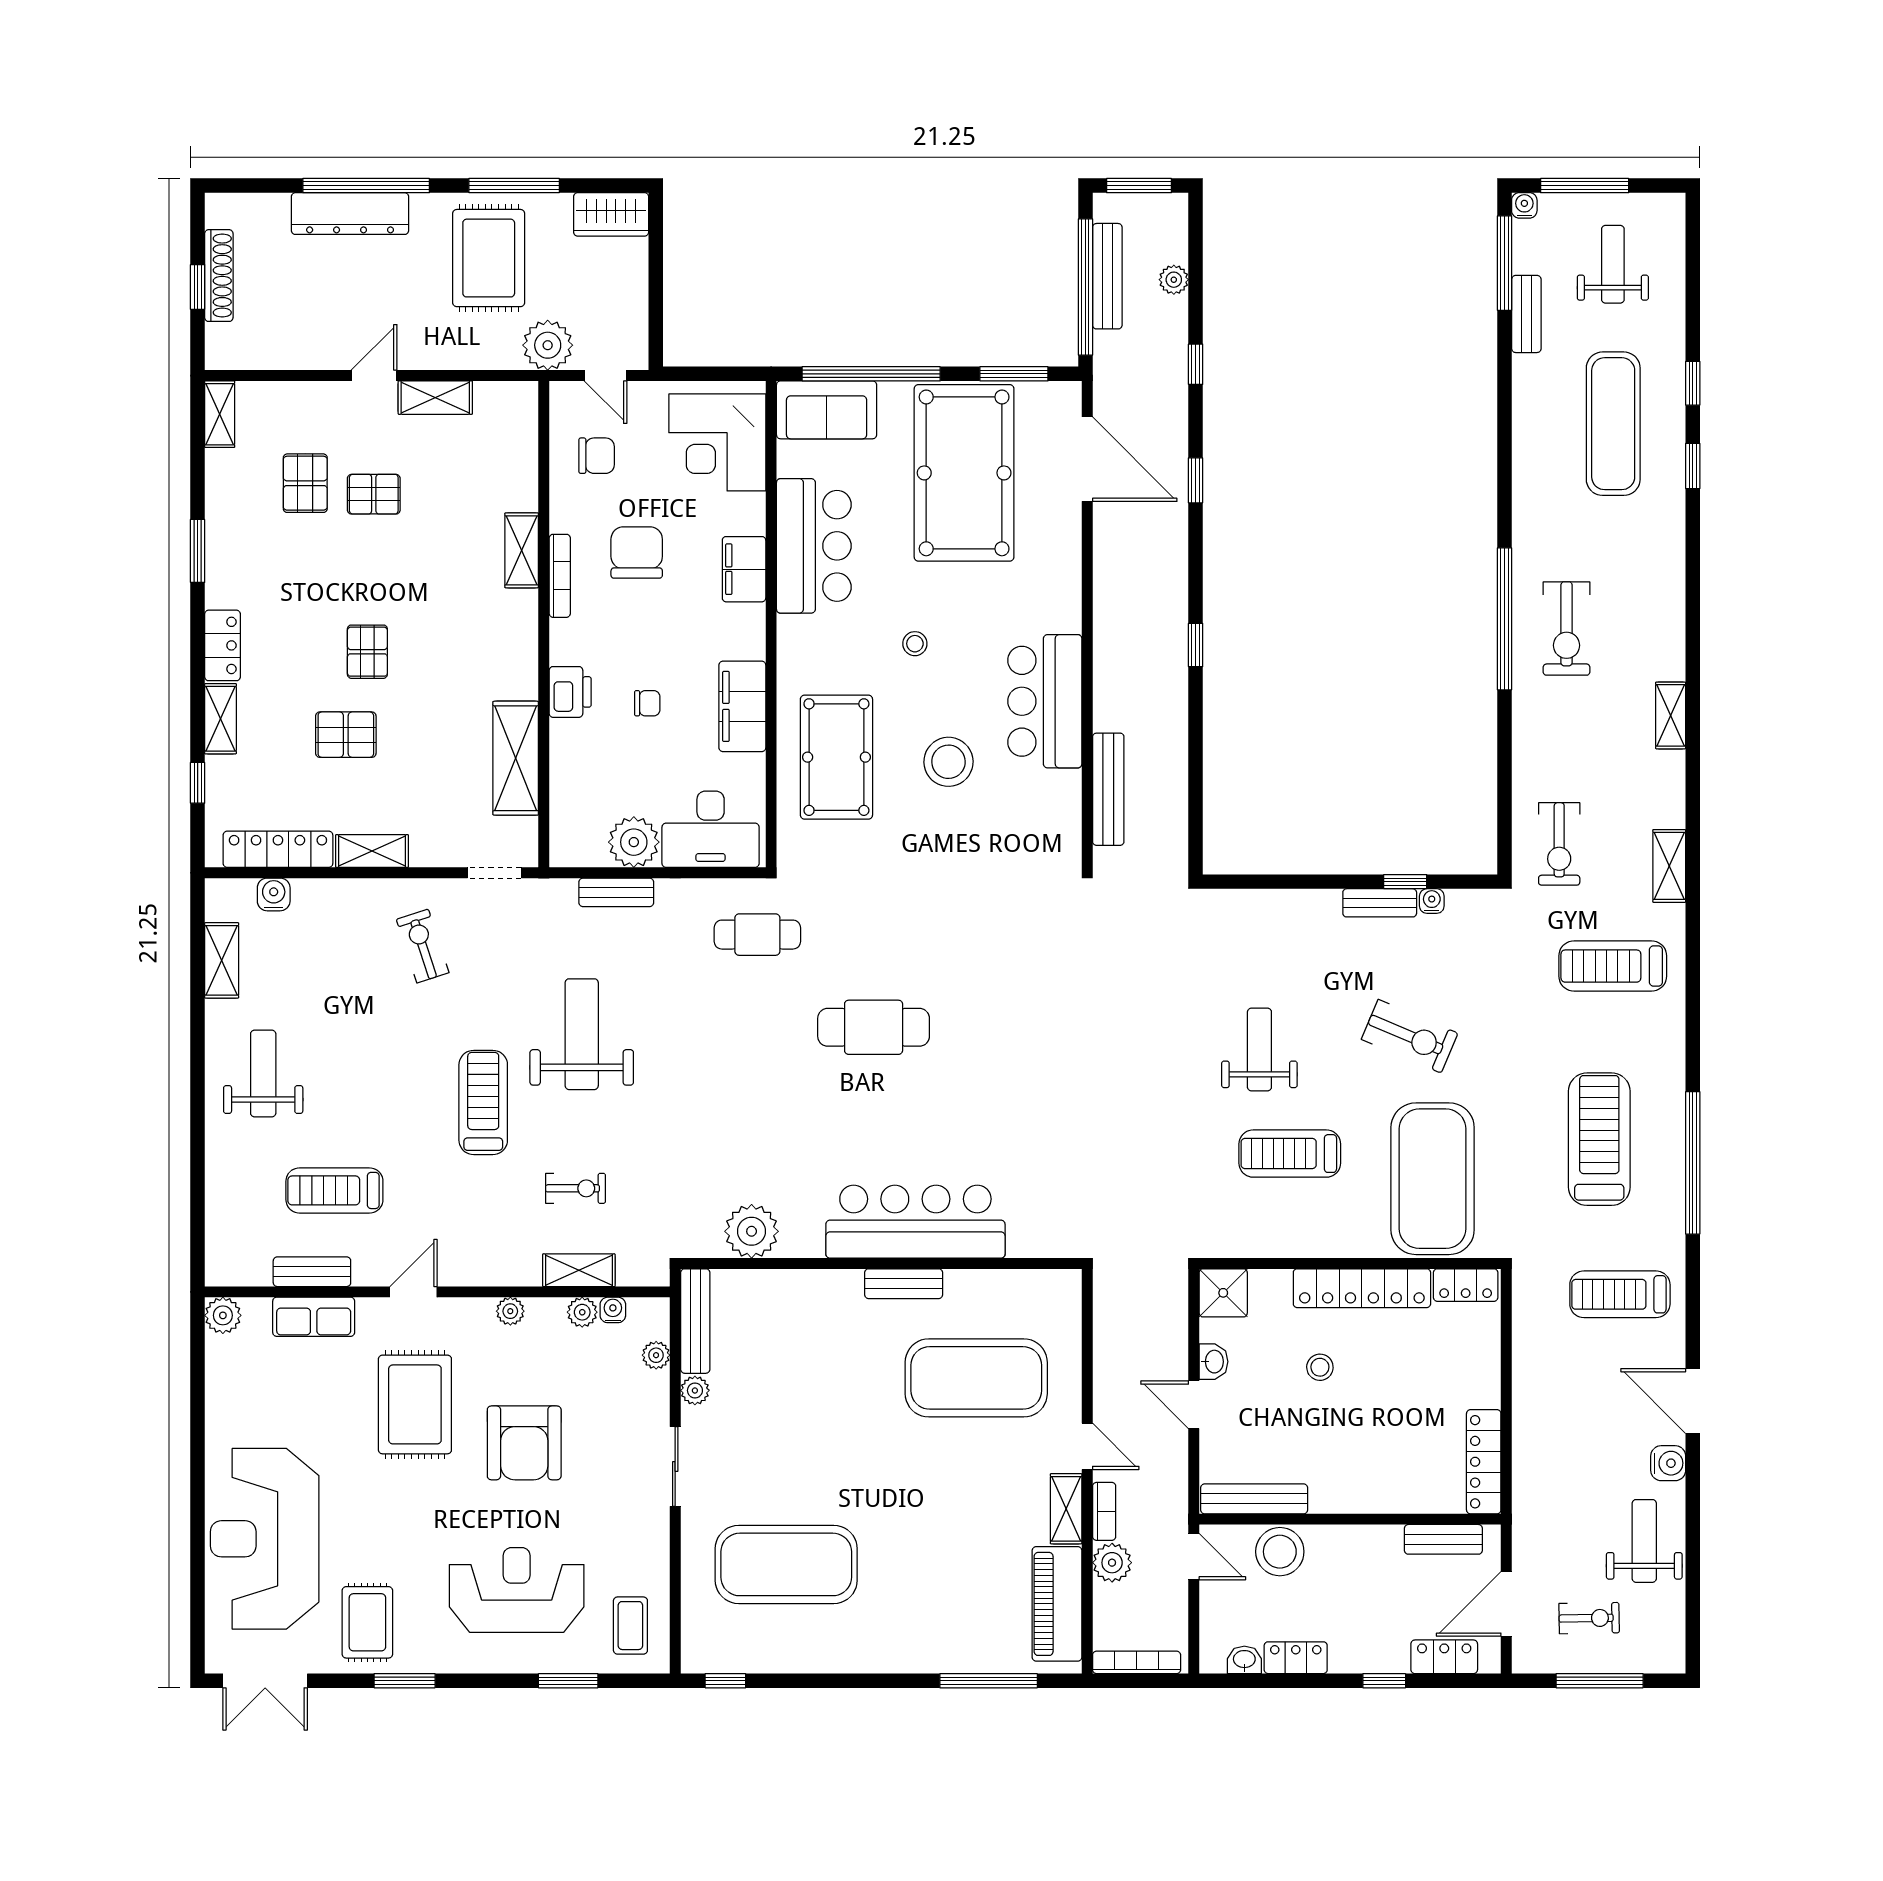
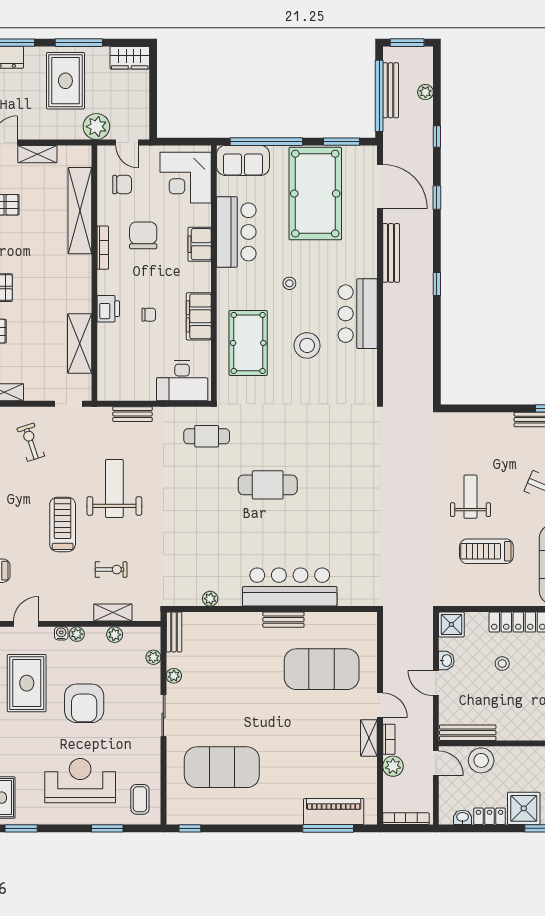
shelving: (522, 550) -> (80, 211), width x2.20, depth x1.33
bench: (1108, 789) -> (391, 253), moved
plant: (634, 842) -> (142, 388), removed
plant: (752, 1231) -> (210, 599), width x0.53, depth x0.53
water cooler: (613, 1310) -> (61, 633), moved
bench: (695, 1321) -> (174, 632), width x0.73
piano: (1057, 1604) -> (334, 811), moved, turned 90
shower: (1361, 1643) -> (524, 808), added

